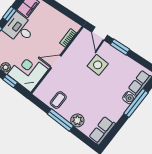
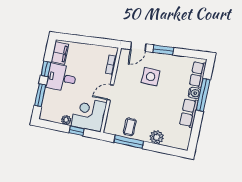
door: (99, 34) -> (138, 47), hinge flipped
window: (60, 120) -> (129, 142), moved
row of seats: (102, 130) -> (189, 113), moved

